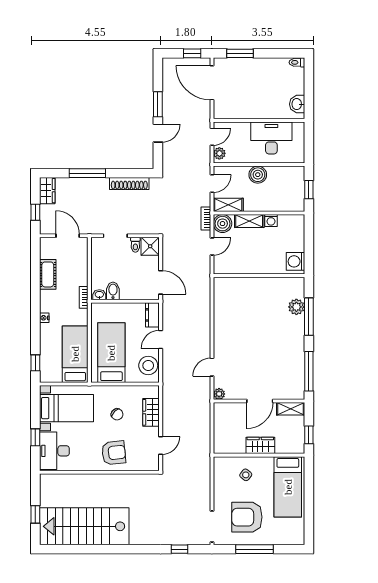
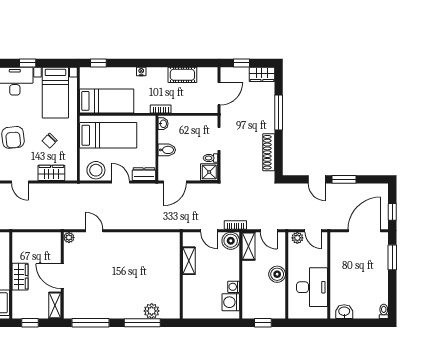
shelving: (249, 221) -> (189, 261), moved
washing machine: (295, 261) -> (231, 302), moved, turned -90
bidet: (113, 291) -> (167, 150), moved

